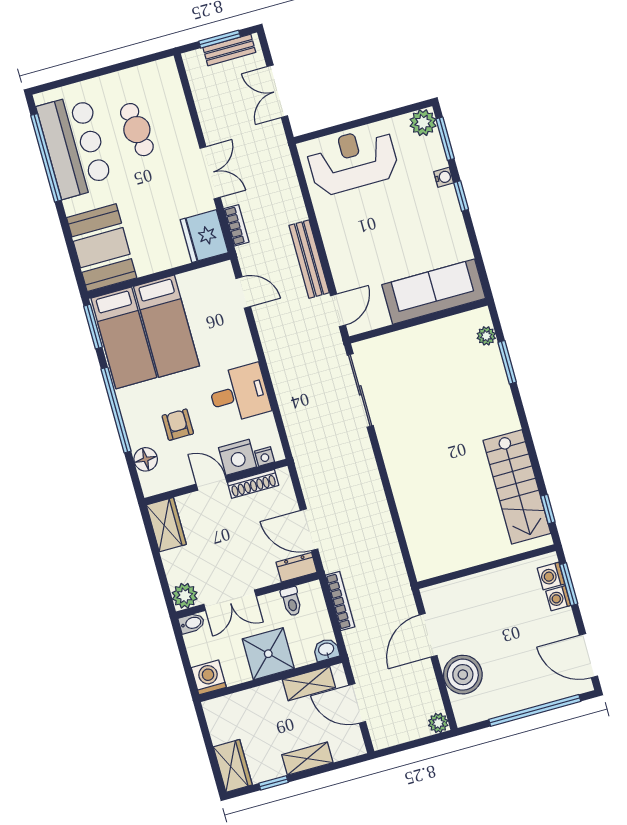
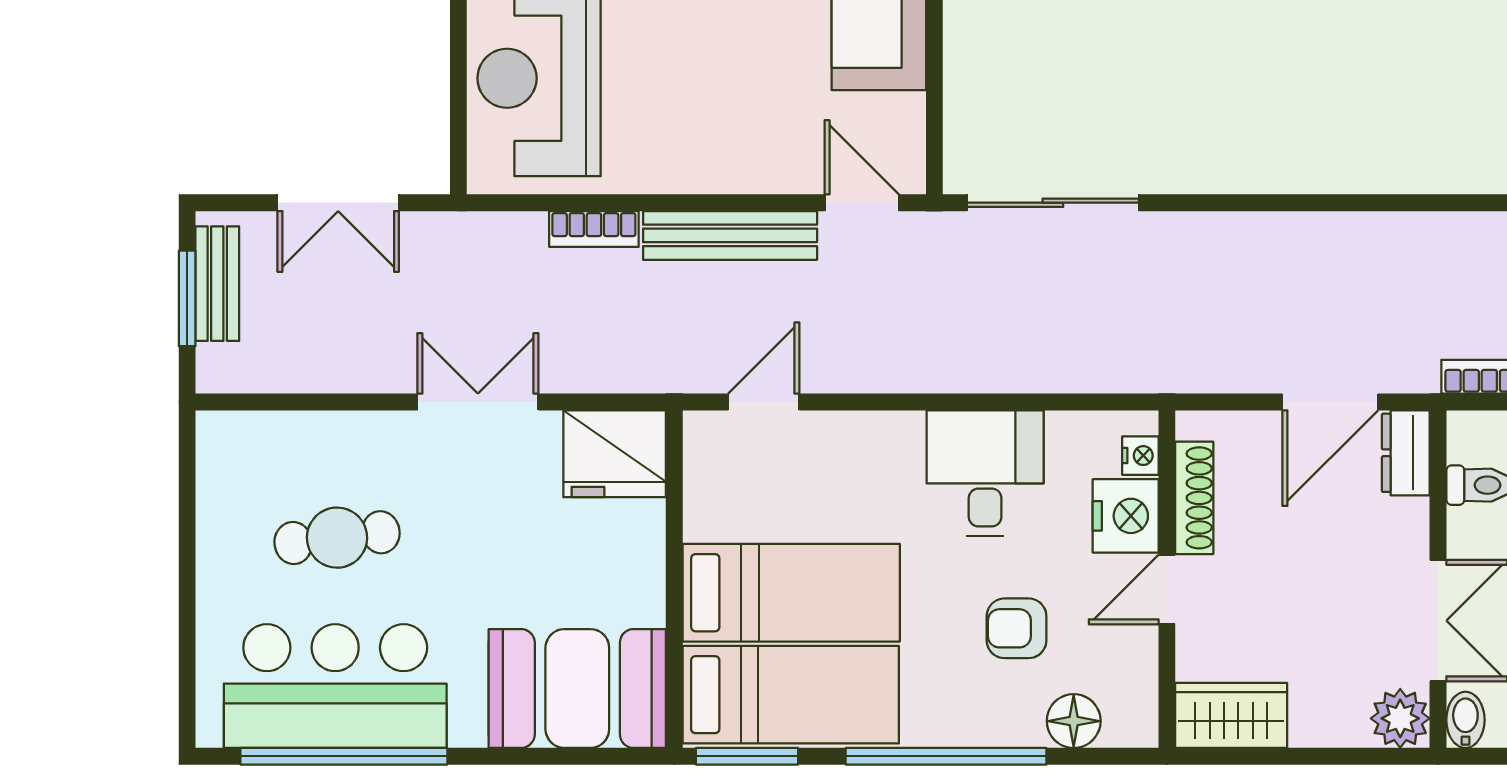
bookcase: (236, 225) -> (594, 229), moved, turned 180

